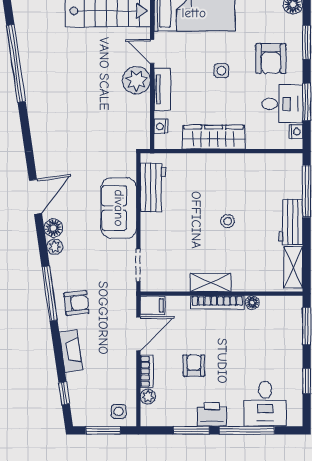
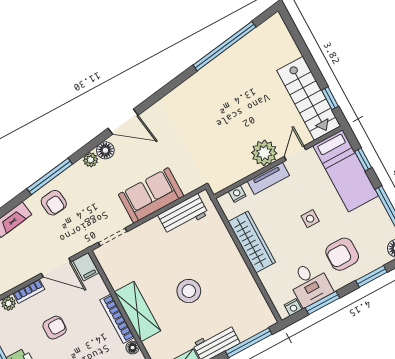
stool: (228, 221) -> (189, 291), width x1.89, depth x1.89
shelving: (211, 283) -> (137, 311), width x1.50, depth x1.33

